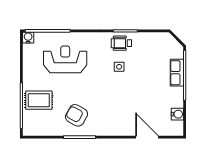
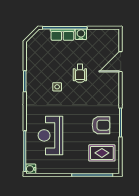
wheelchair: (121, 43) -> (80, 73), moved
rug: (39, 100) -> (102, 153), moved, turned 90
water cooler: (177, 114) -> (81, 34), moved
armchair: (77, 115) -> (101, 125), turned -119

